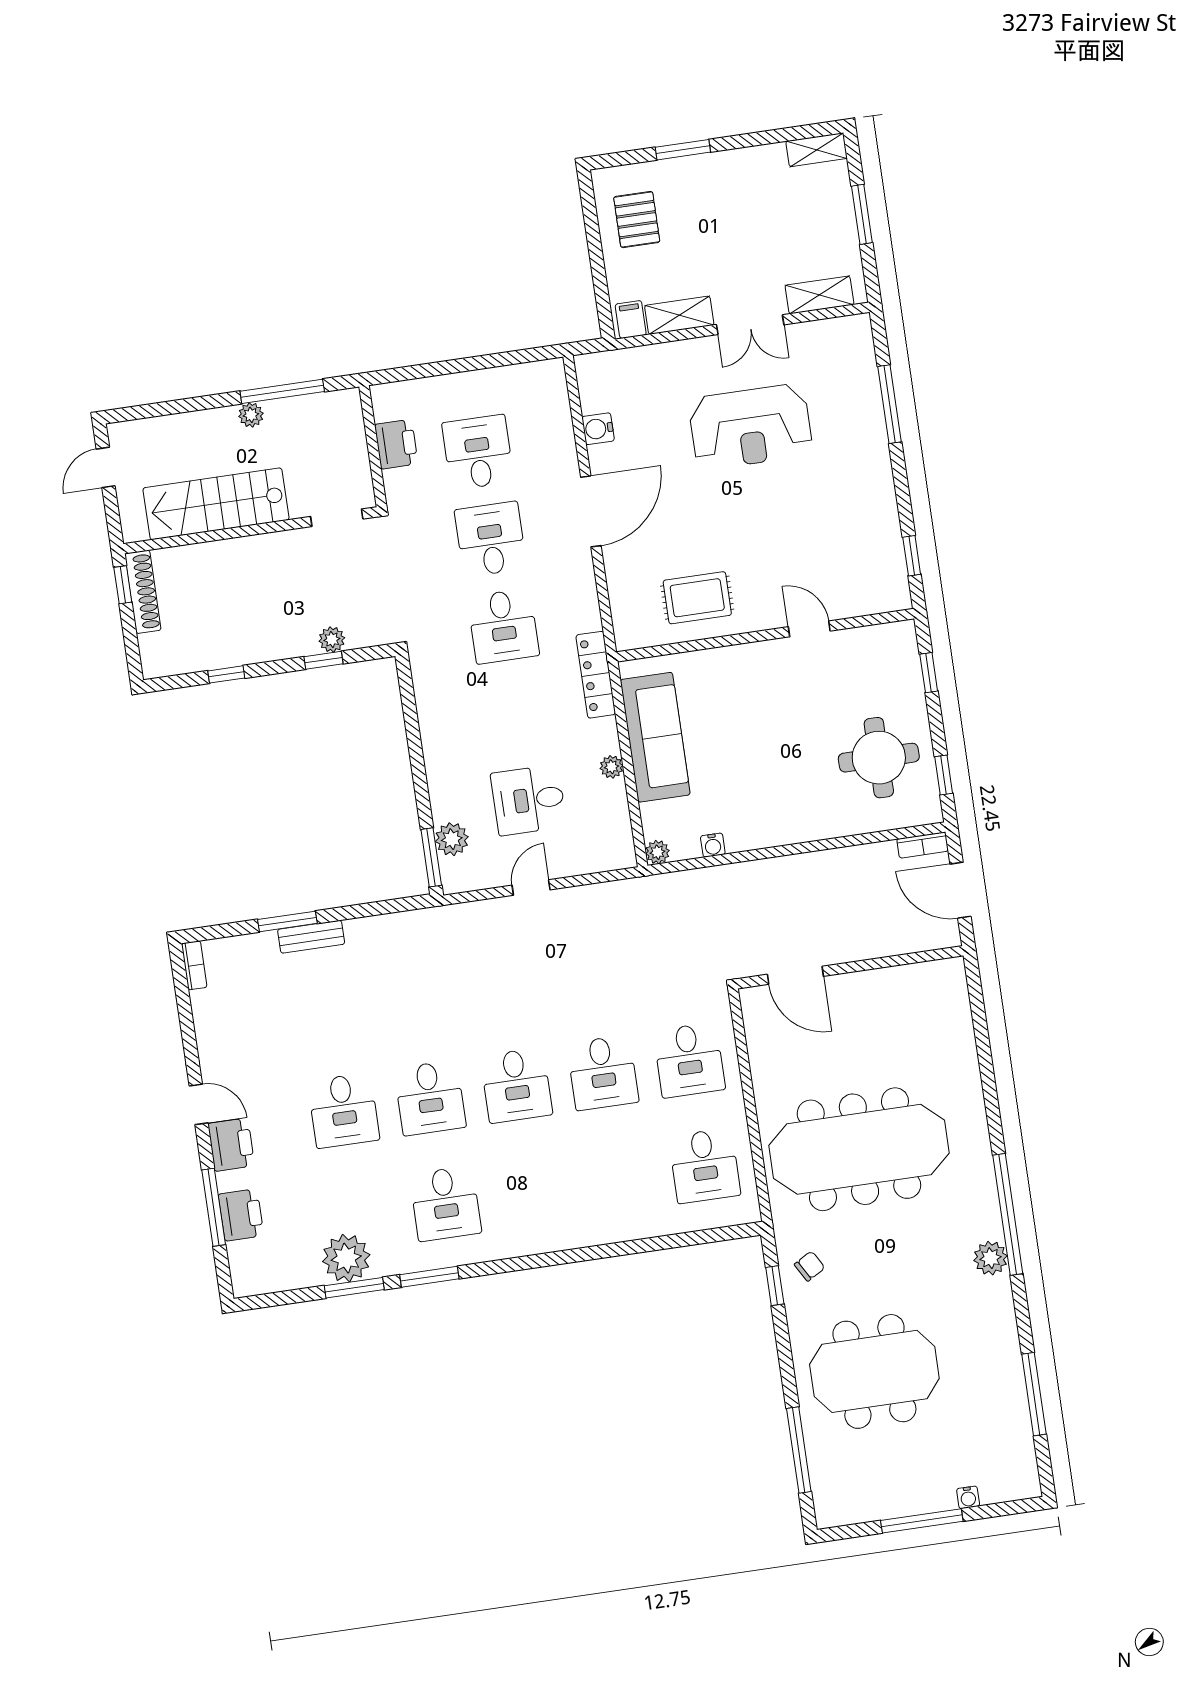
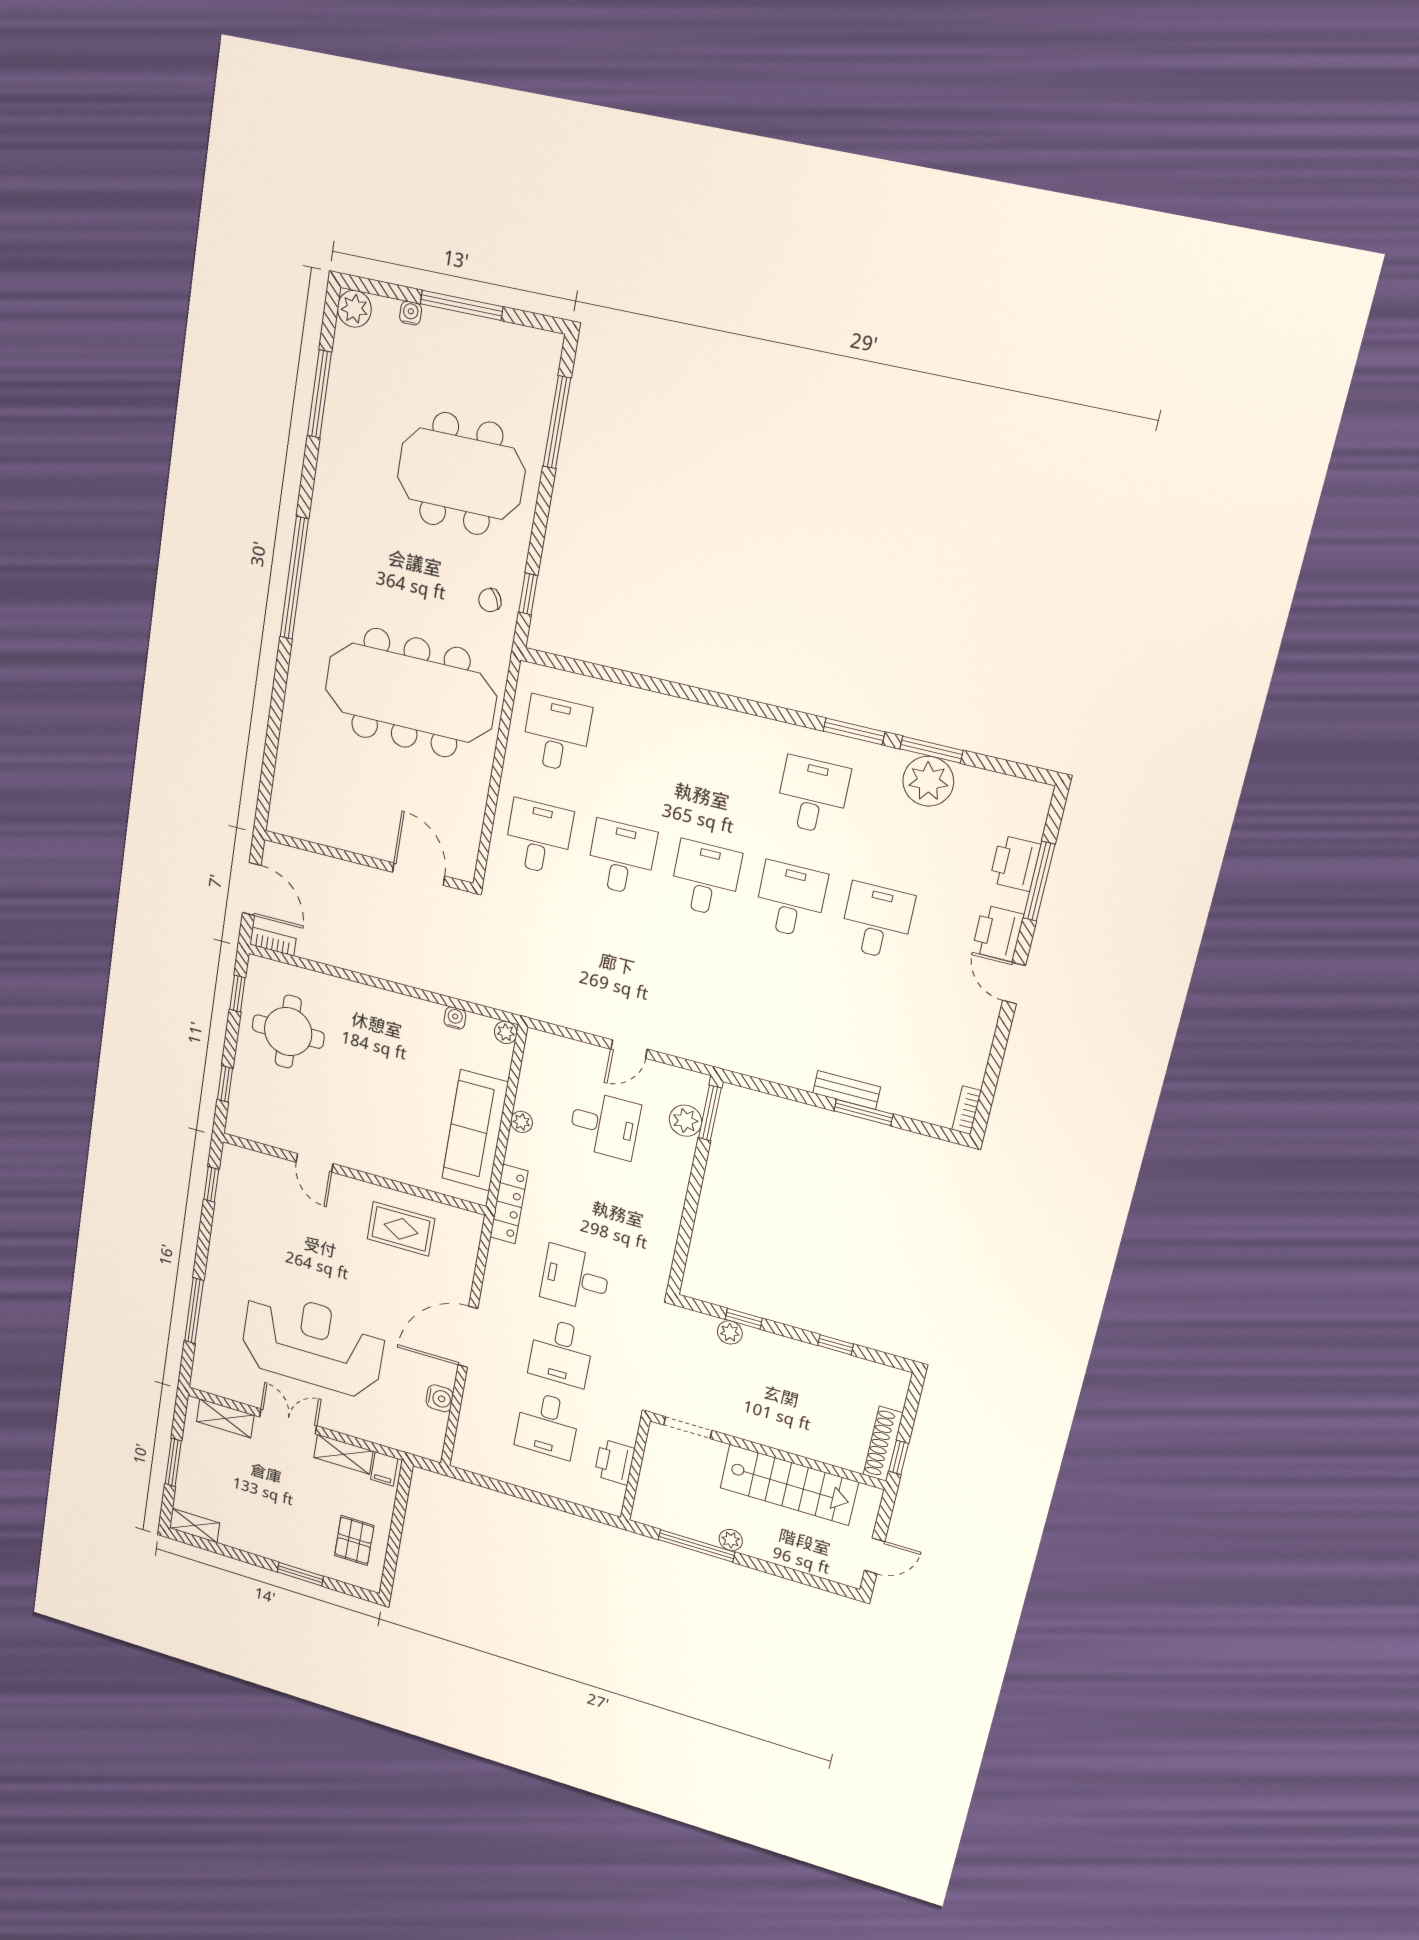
reception desk: (751, 427) -> (313, 1344), width x1.36, depth x1.30
desk: (503, 626) -> (575, 1278), turned -90
plant: (990, 1258) -> (354, 309), moved

